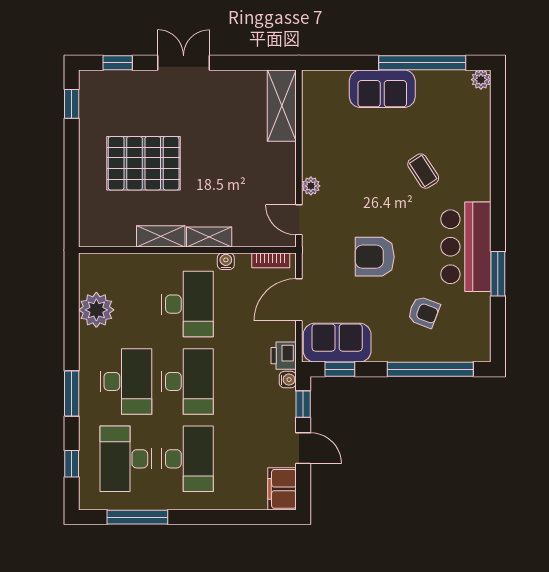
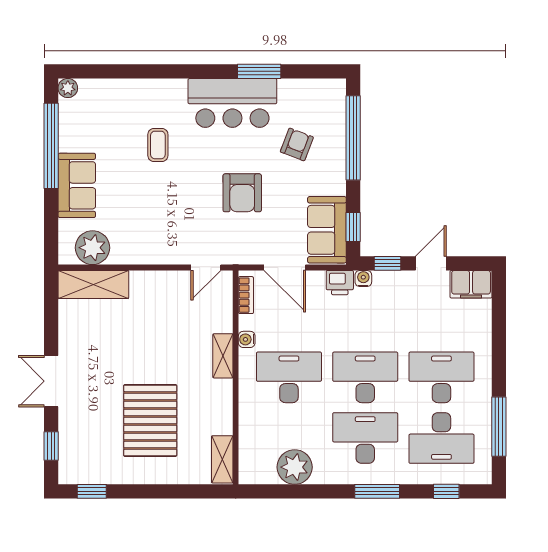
coffee table: (423, 171) -> (158, 145), turned -57
plant: (311, 186) -> (92, 248), moved, width x1.88, depth x1.88
shelving: (161, 236) -> (222, 459), moved

